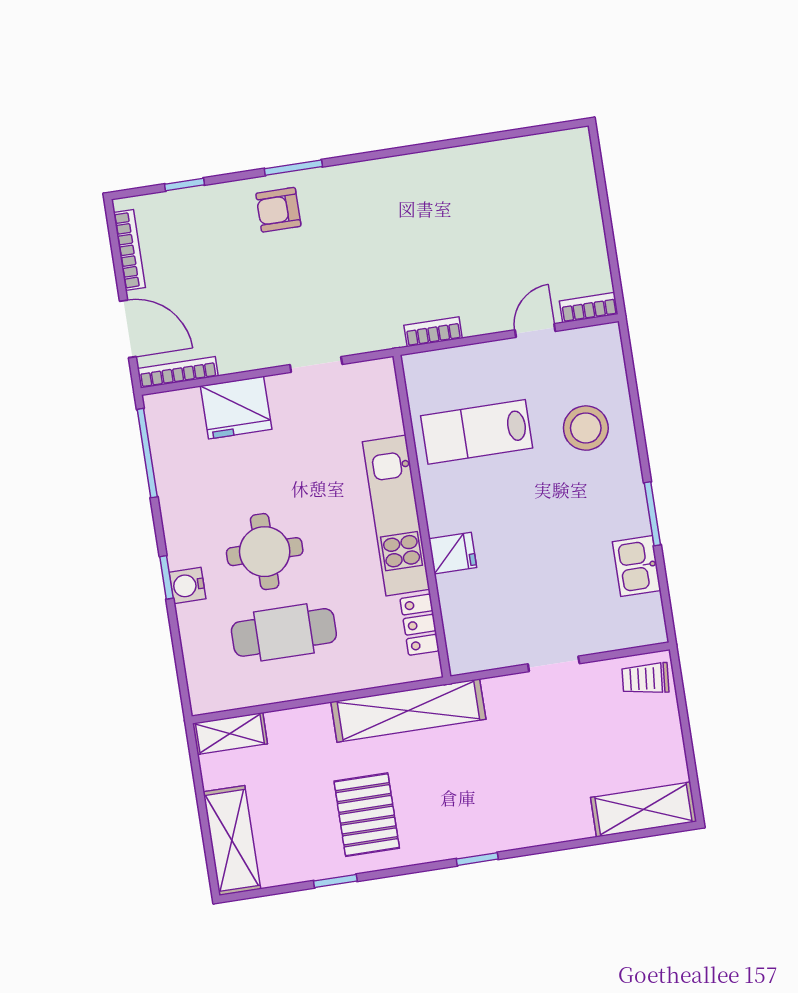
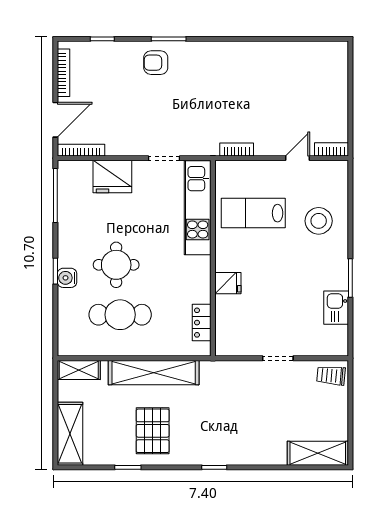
door: (128, 329) -> (55, 120), hinge flipped
kitchen unit: (396, 516) -> (198, 208), moved
shelving: (408, 710) -> (154, 373), moved

